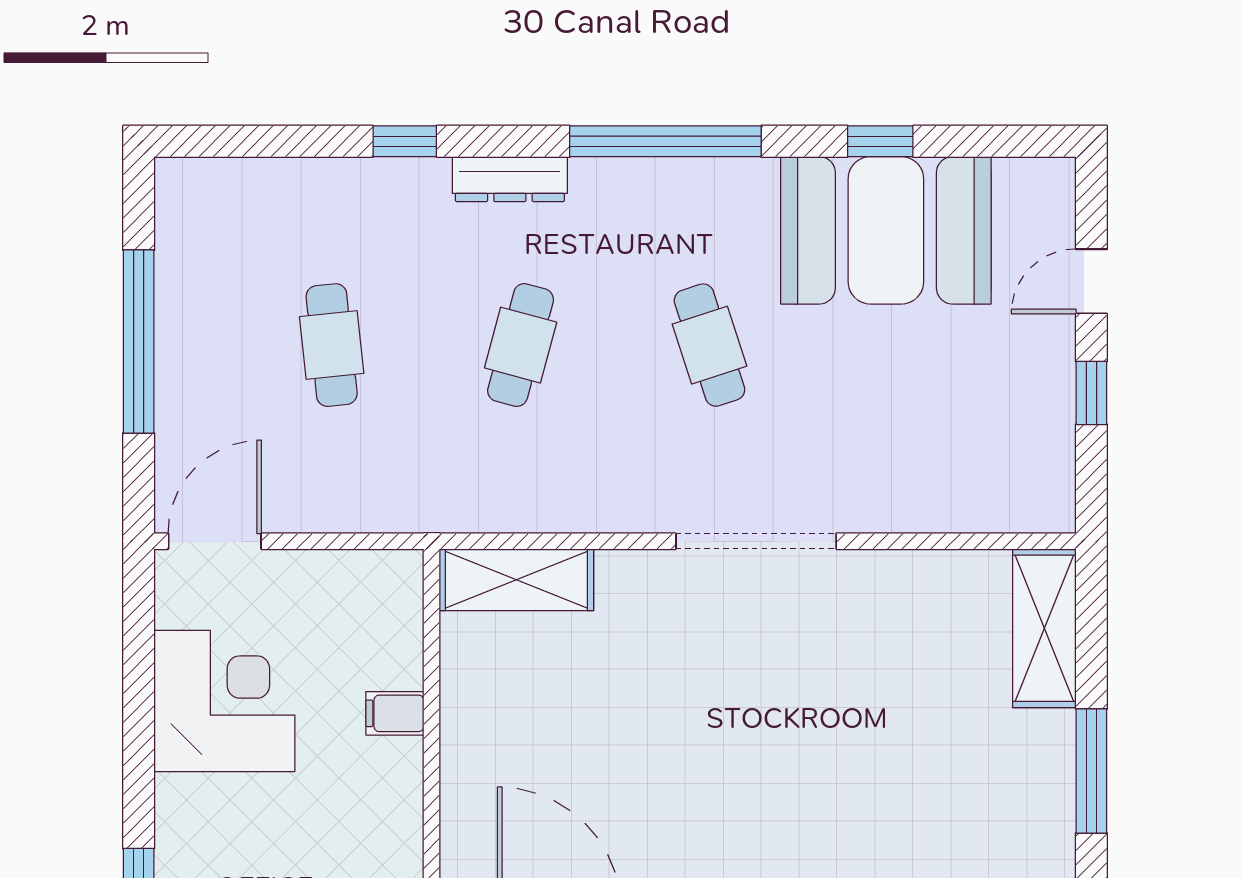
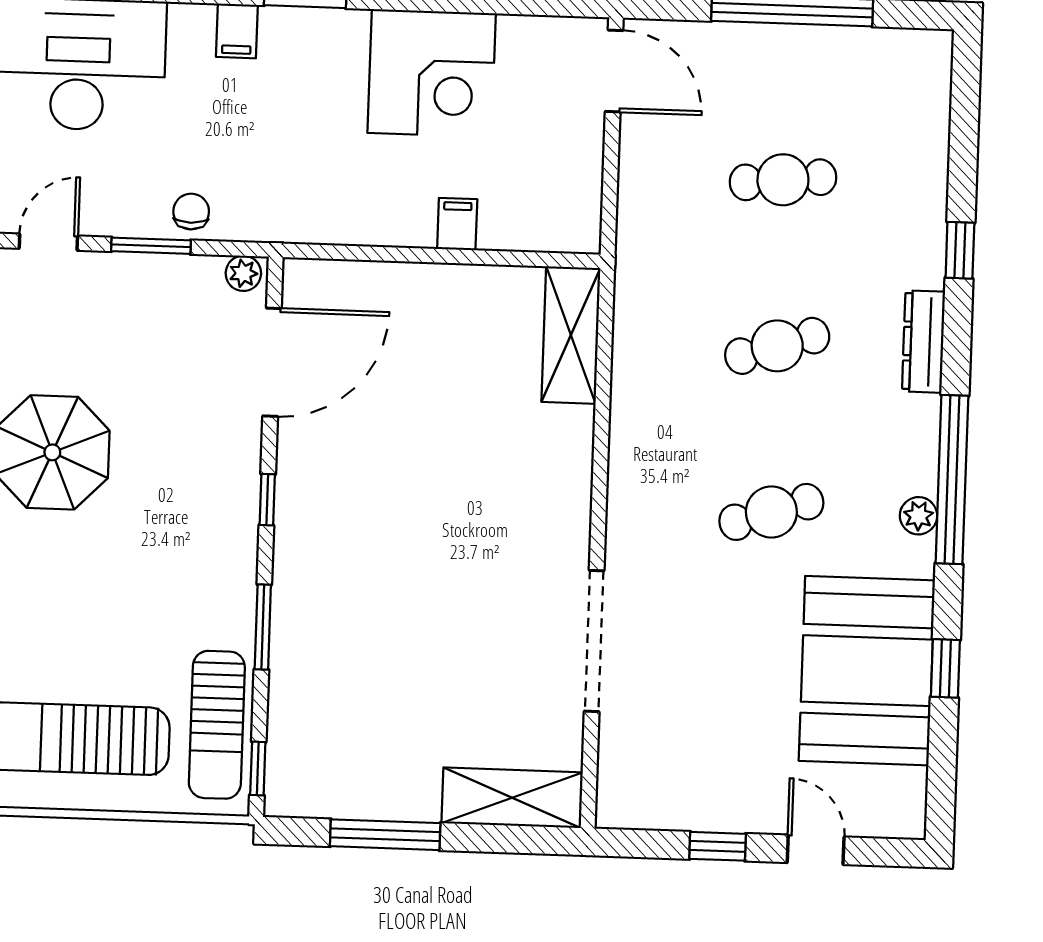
plant: (708, 178) -> (919, 516), added
cafe table: (521, 345) -> (777, 346), turned -33
doorway: (756, 541) -> (594, 641), moved
corner desk: (224, 701) -> (432, 73), moved

